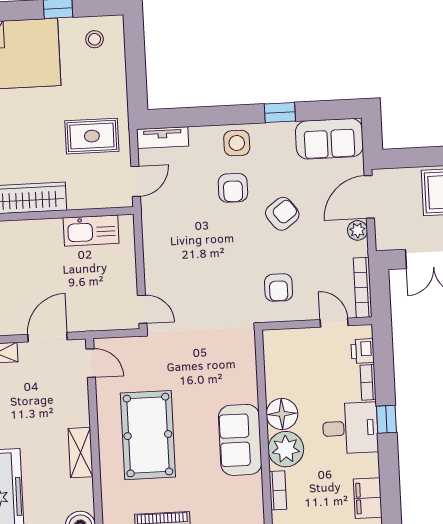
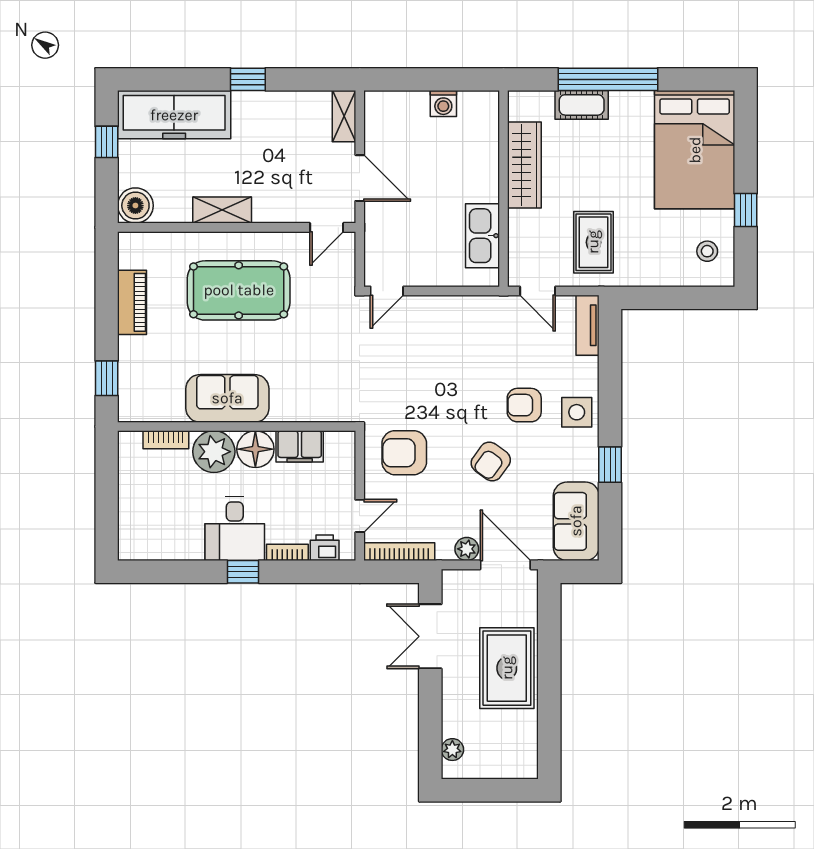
armchair: (282, 214) -> (491, 462), turned 73
armchair: (279, 288) -> (404, 453), width x1.38, depth x1.38
filing cabinet: (368, 498) -> (300, 446), moved, turned 180

